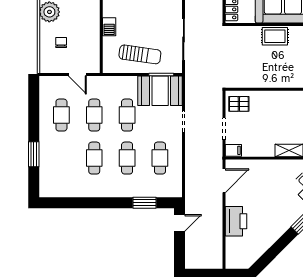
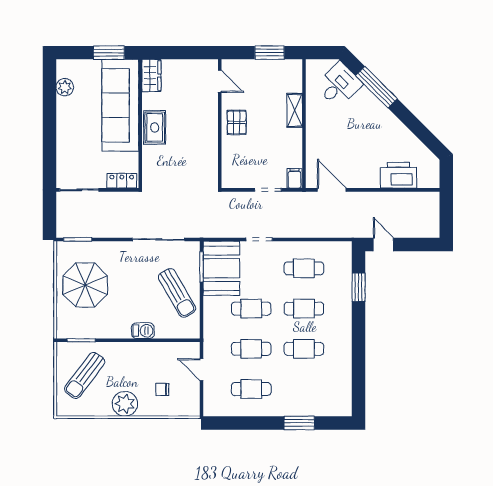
sun lounger: (140, 54) -> (177, 293), turned 142
door: (77, 74) -> (202, 370), swing flipped
pallet: (239, 104) -> (237, 122), moved
printer: (236, 221) -> (398, 175), moved

